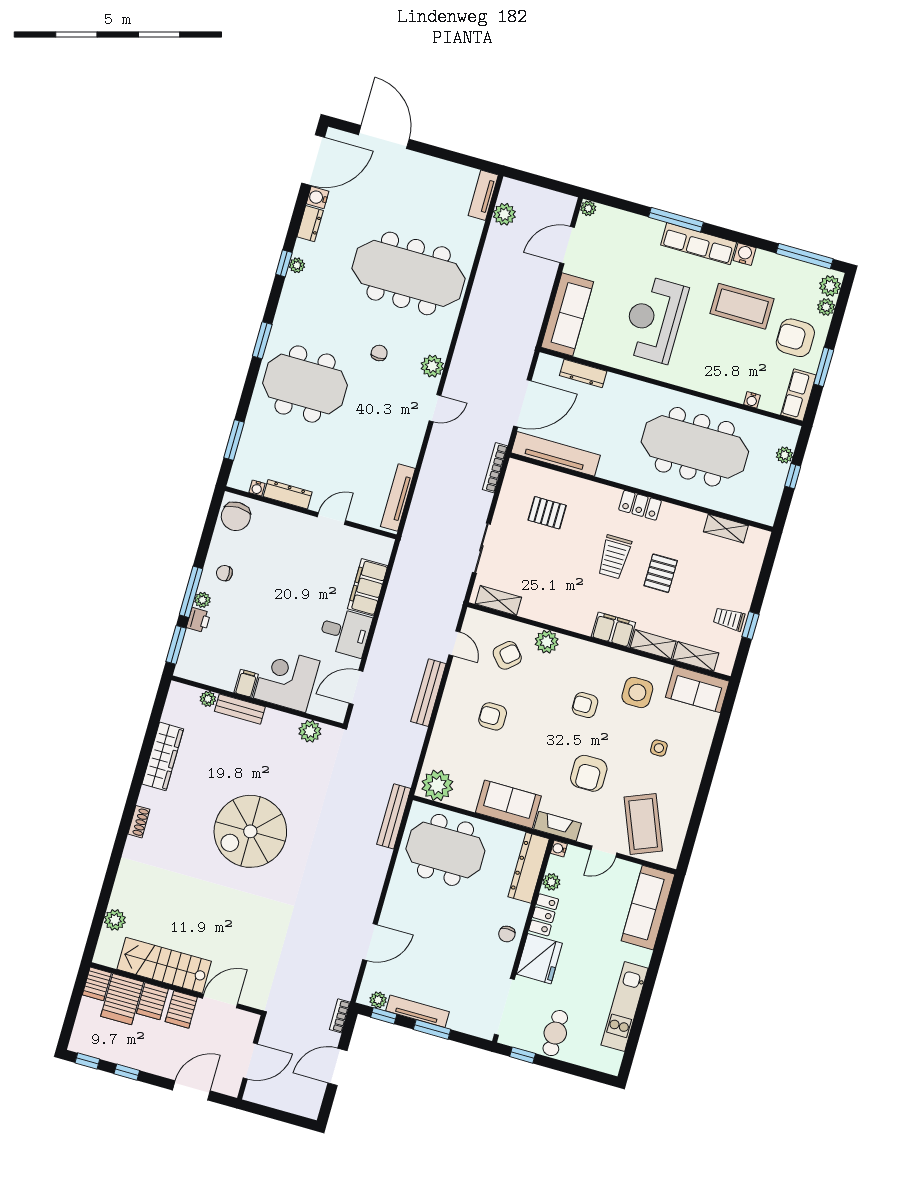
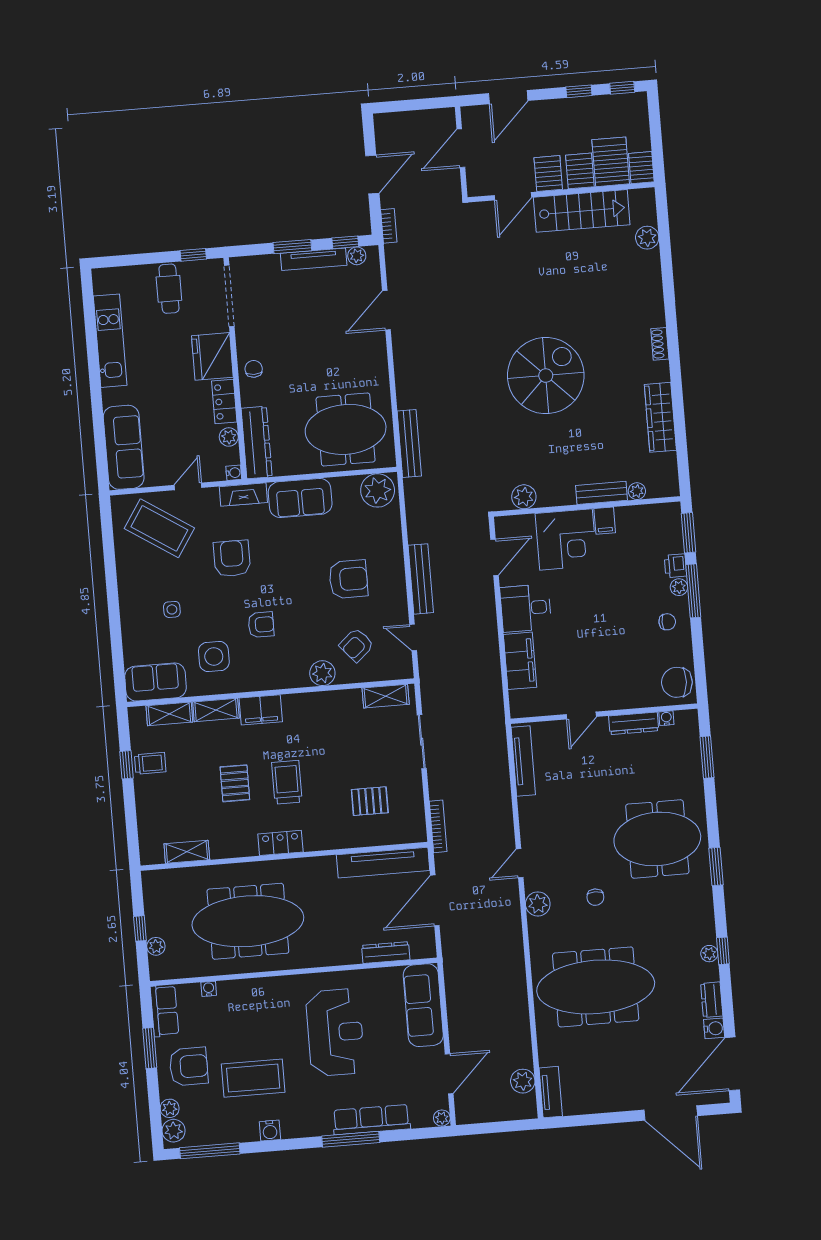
row of seats: (699, 244) -> (371, 1120), moved
chair: (236, 516) -> (677, 682), turned -86
armchair: (493, 716) -> (348, 579), width x1.38, depth x1.38
coffee table: (643, 824) -> (159, 528), turned -35

